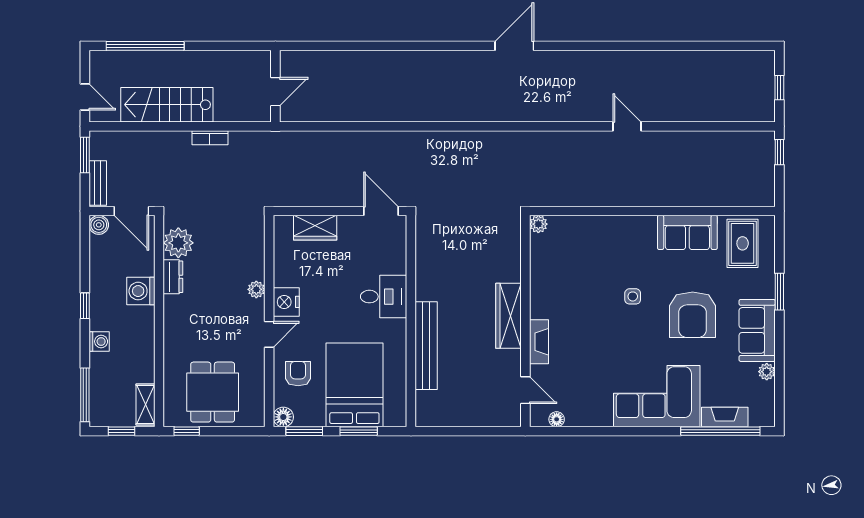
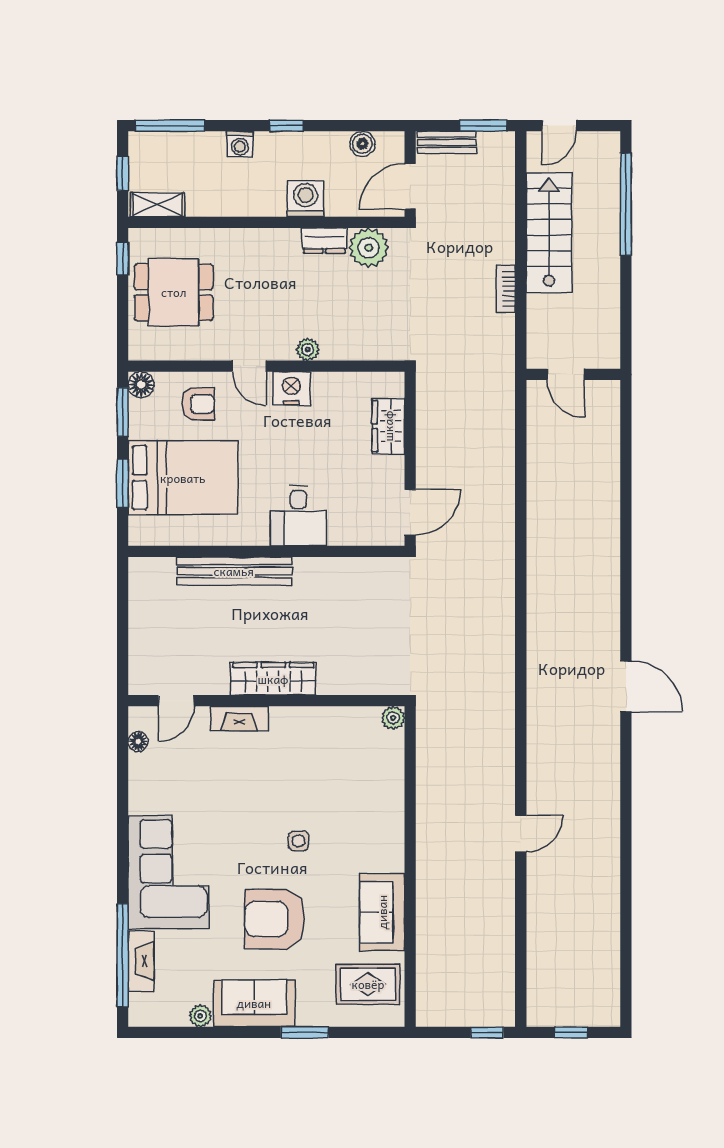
boiler: (99, 225) -> (362, 144), moved

